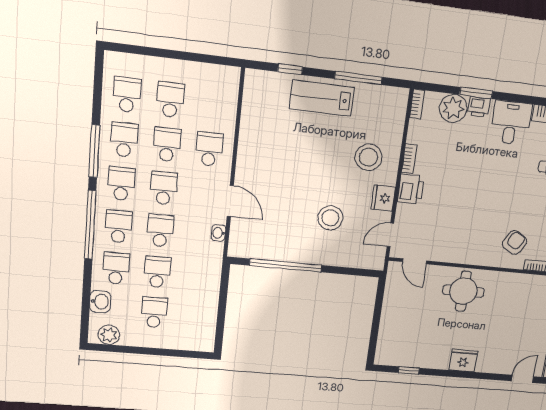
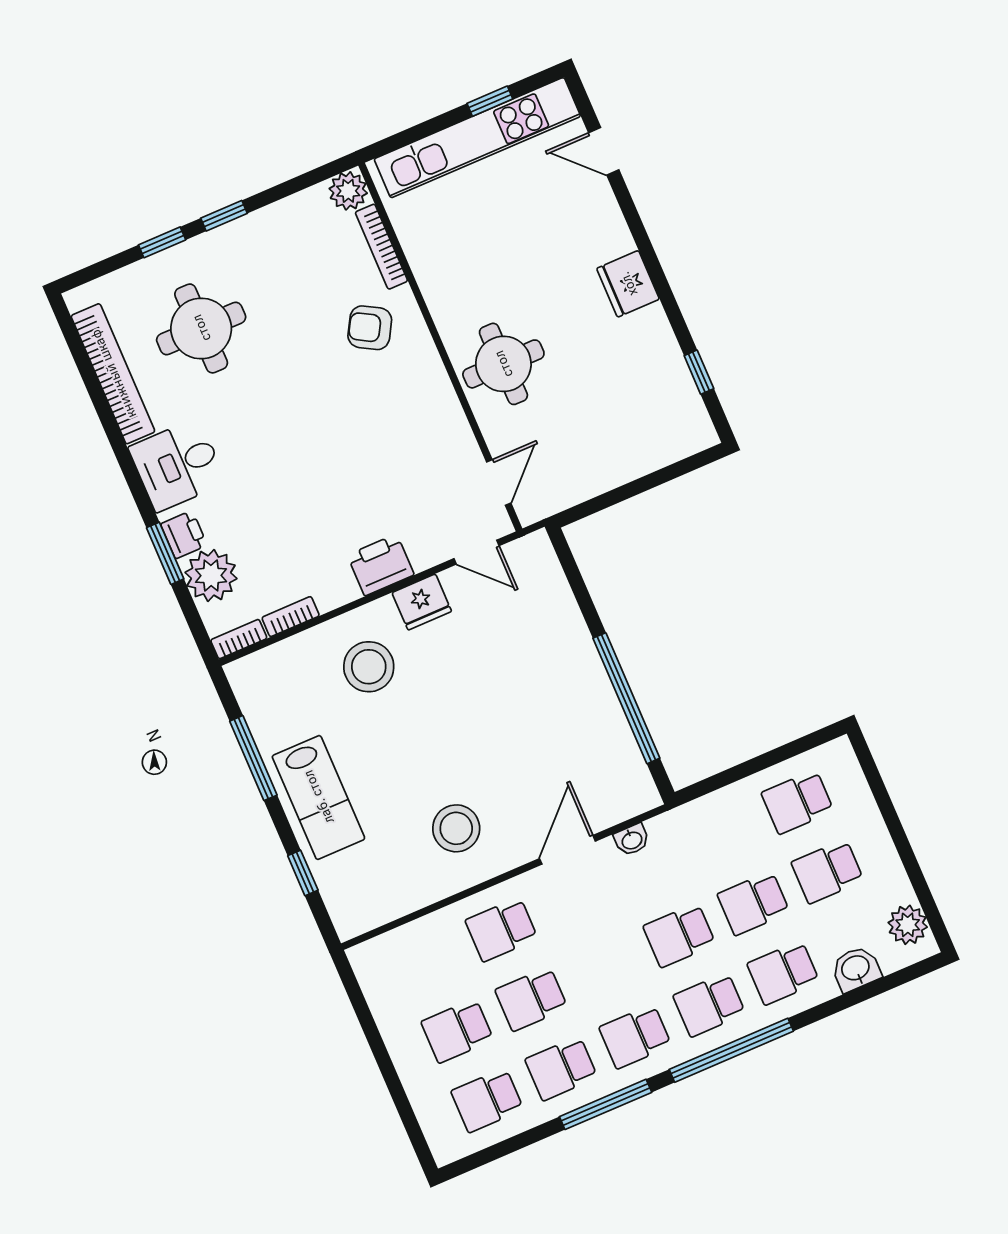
bookcase: (409, 159) -> (291, 617), moved
school desk: (164, 188) -> (797, 802), moved
stool: (330, 218) -> (456, 828), moved

